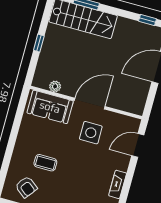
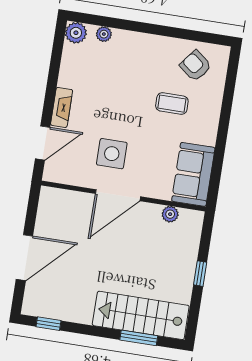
sofa: (50, 107) -> (193, 174), moved, turned -90
fireplace: (118, 184) -> (62, 107), moved

